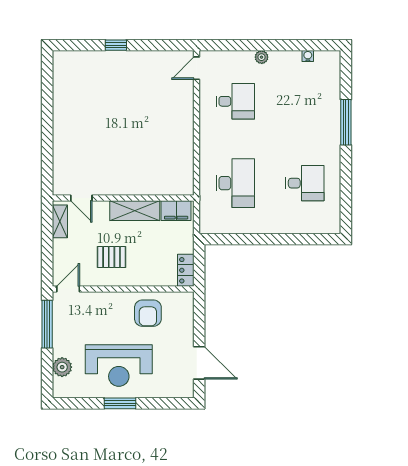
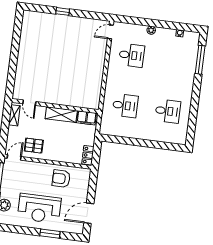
window: (346, 122) -> (200, 60), moved
desk: (235, 183) -> (125, 106), width x0.73
pallet: (112, 257) -> (34, 146), moved
armchair: (148, 313) -> (61, 179), turned 90
door: (199, 363) -> (89, 213), swing flipped
window: (120, 403) -> (50, 234), moved

